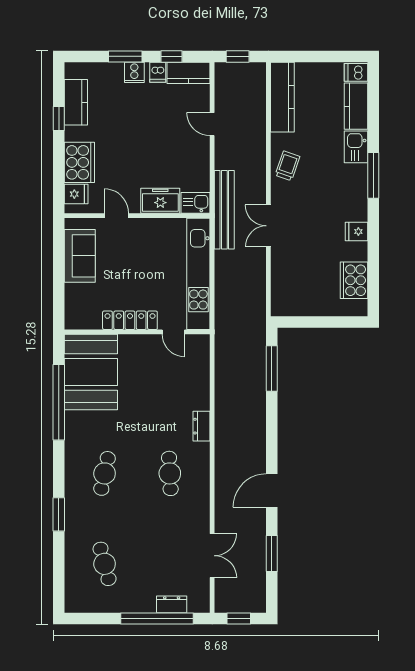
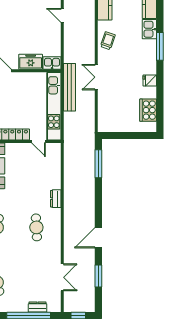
bench: (224, 210) -> (69, 87), moved

